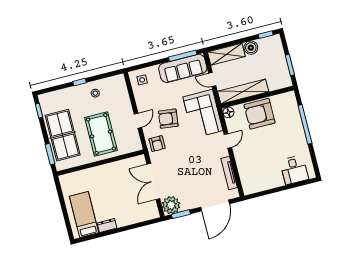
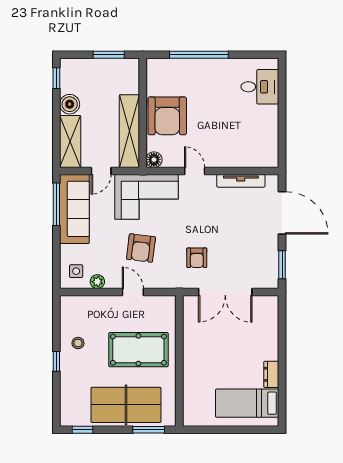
armchair: (157, 144) -> (197, 258), moved, turned 90
plant: (171, 205) -> (97, 282), moved, width x0.53, depth x0.53

